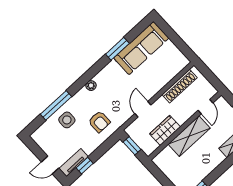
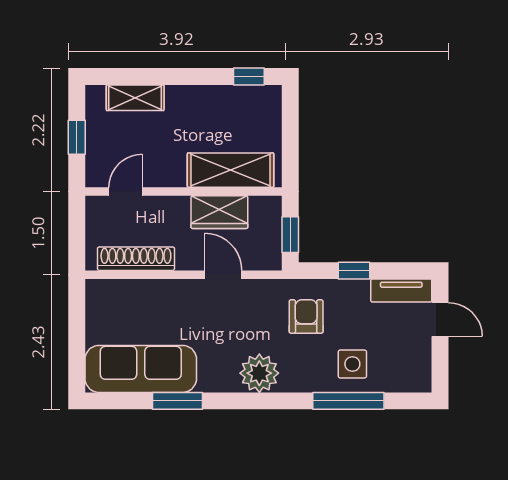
plant: (91, 86) -> (259, 373), width x1.88, depth x1.88
door: (143, 109) -> (223, 275), swing flipped
shelving: (189, 136) -> (231, 170), moved
window: (85, 166) -> (354, 271), moved

